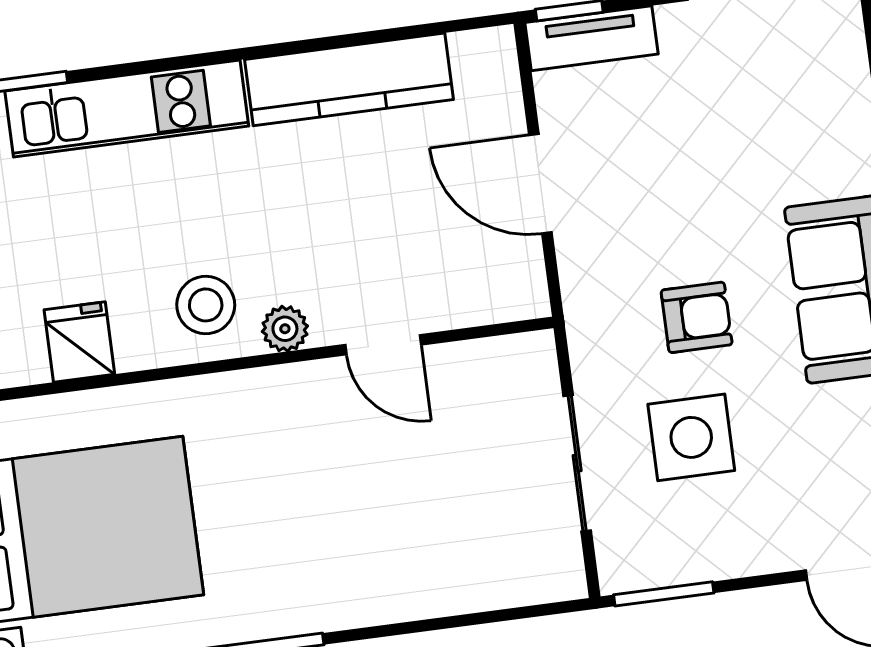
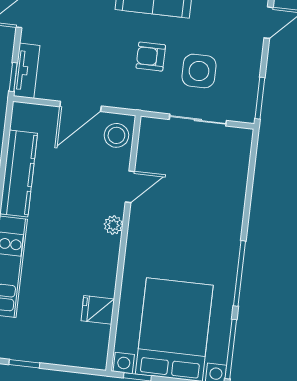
stool: (206, 305) -> (116, 135), moved
armchair: (697, 317) -> (151, 57), turned -90

